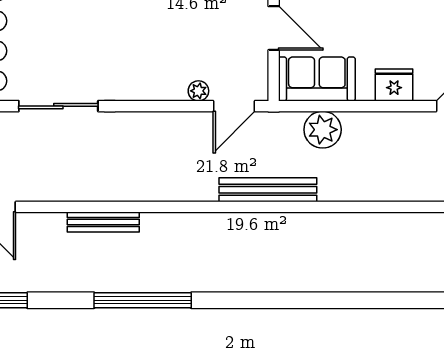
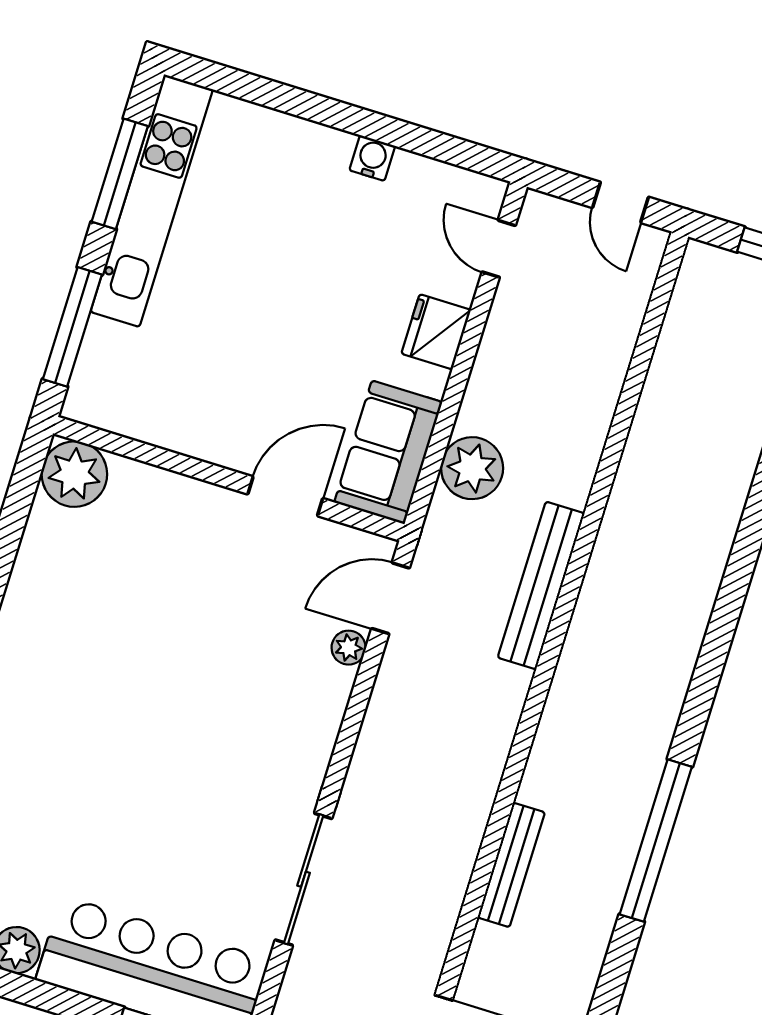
door: (234, 106) -> (391, 598), swing flipped

